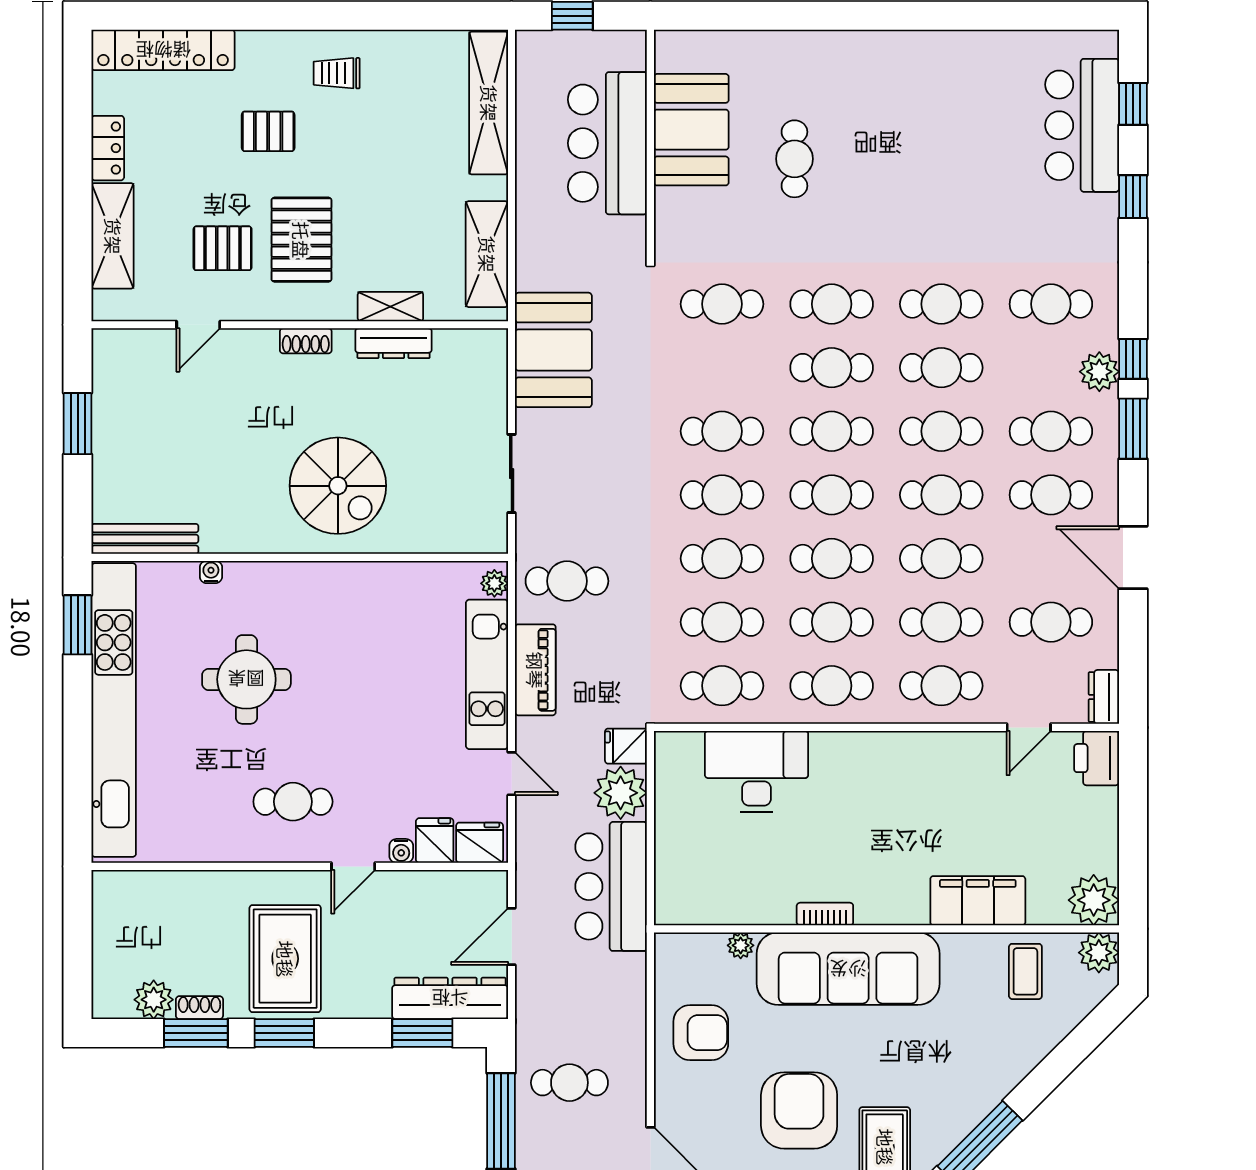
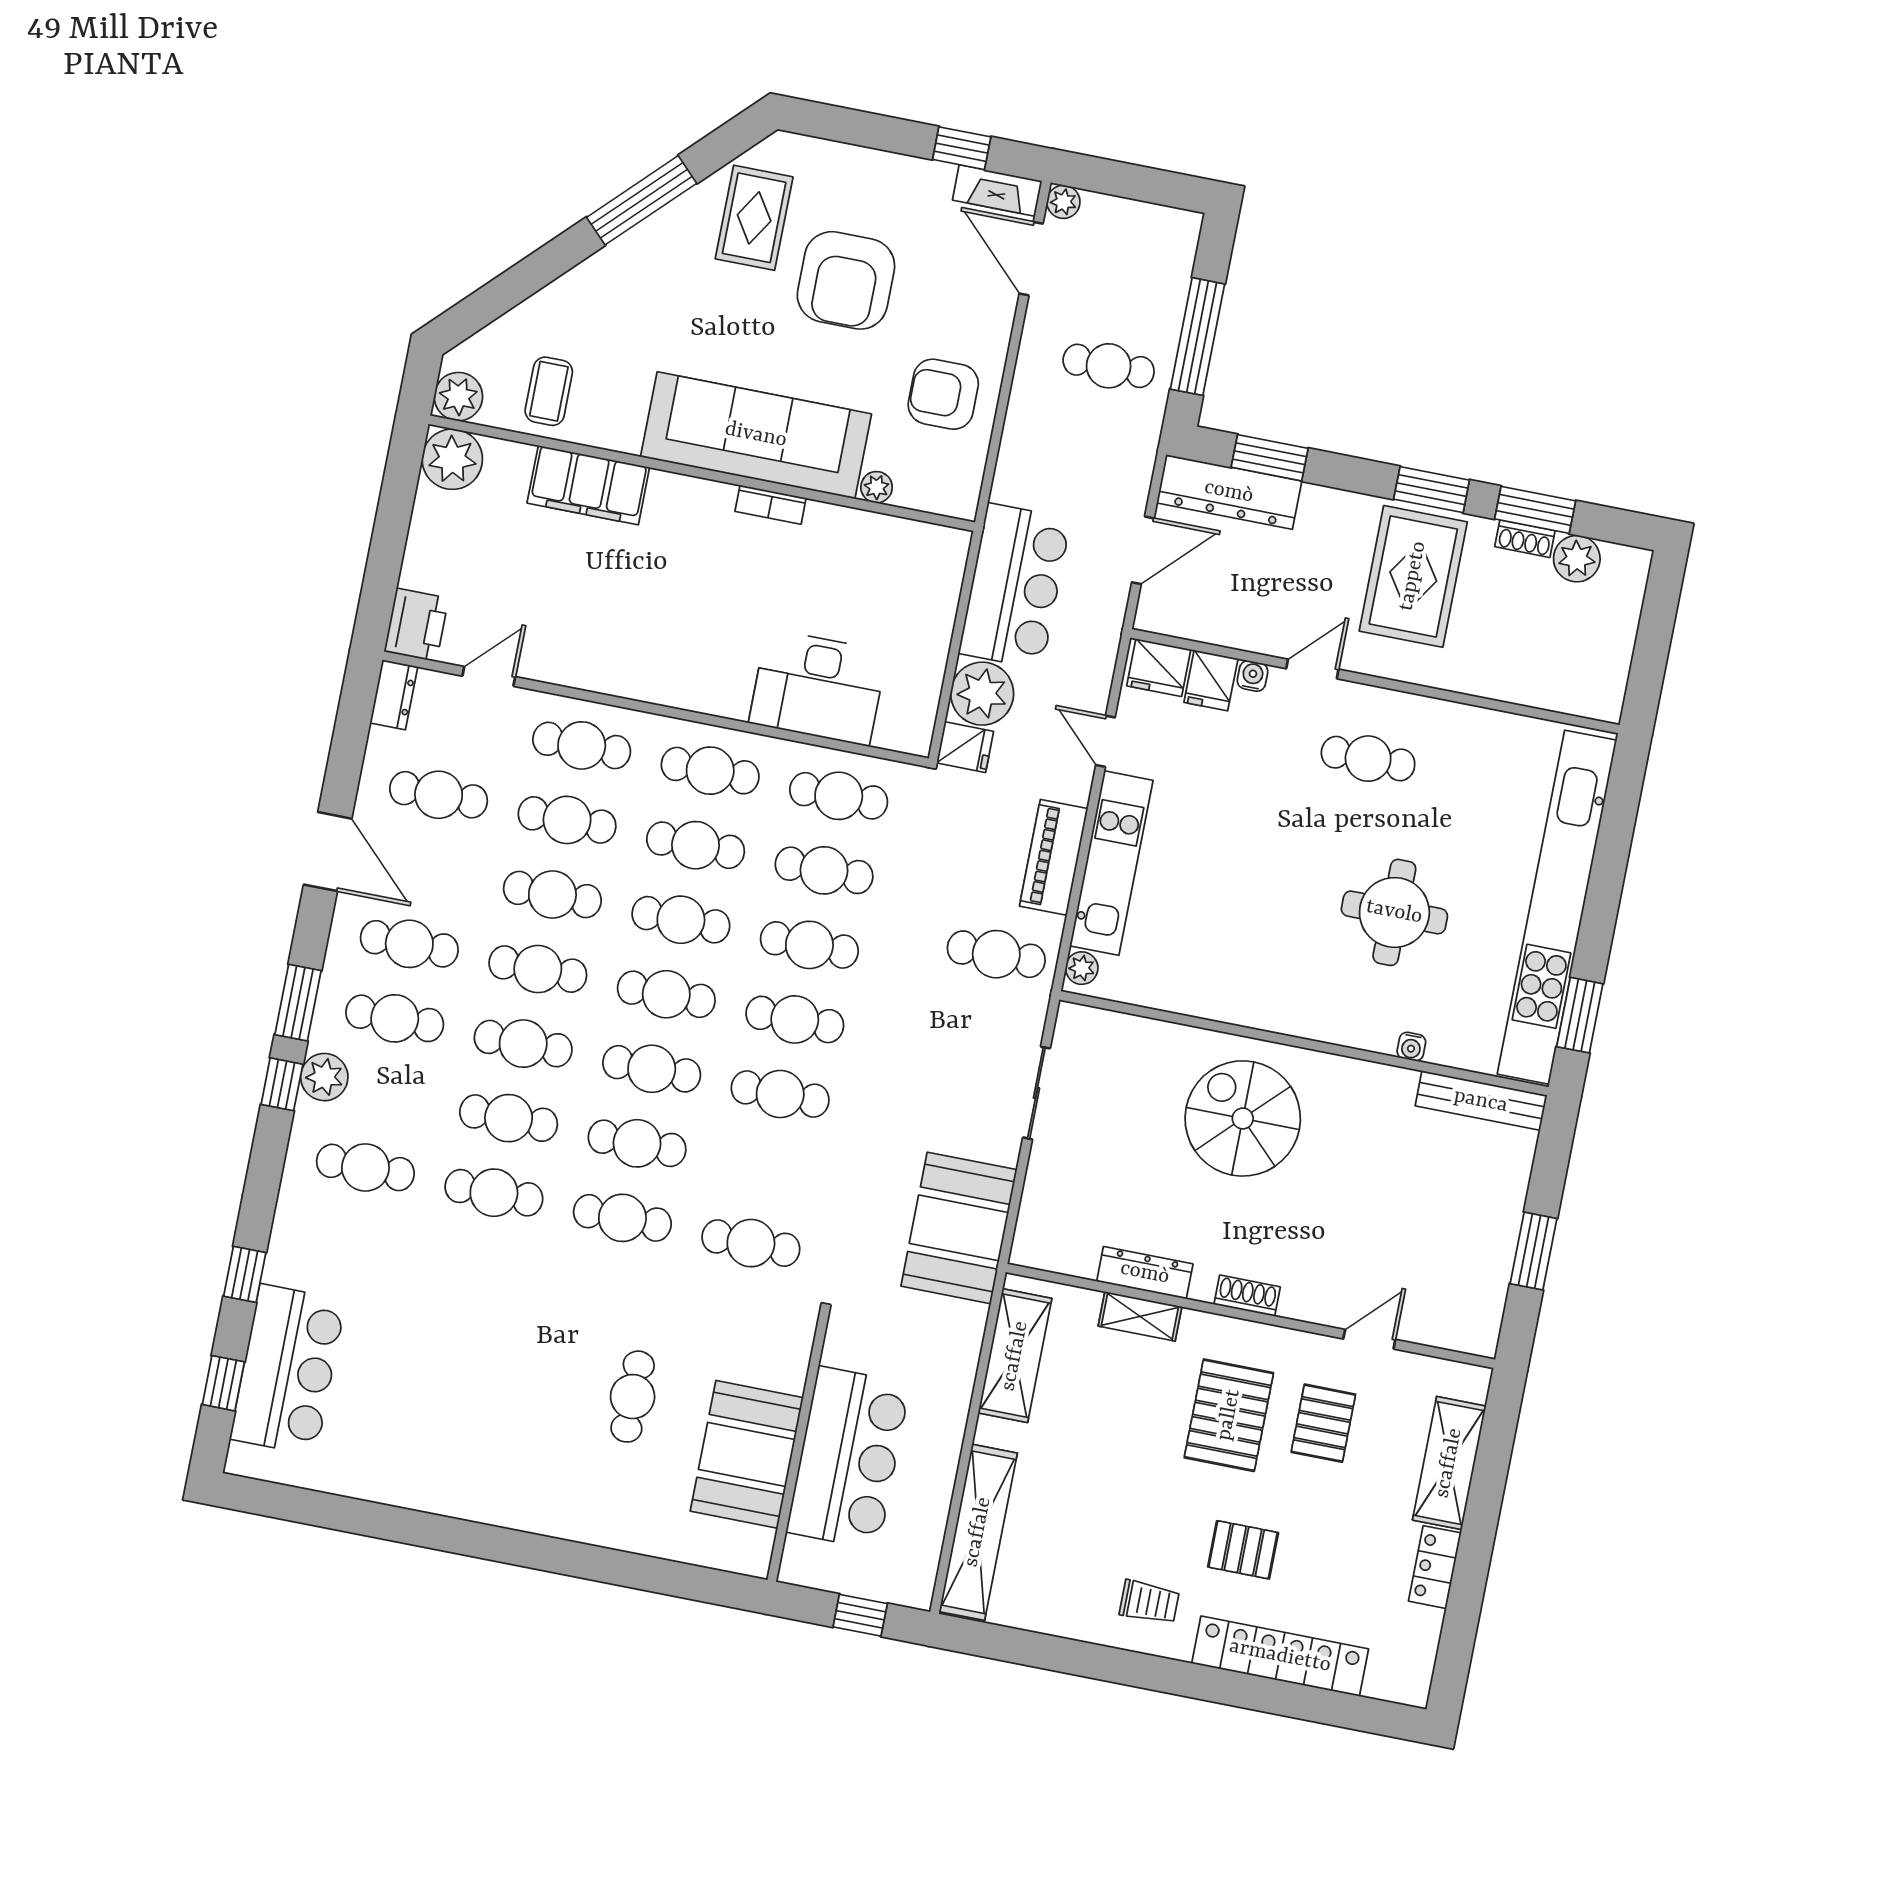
locker: (163, 50) -> (1280, 1656), moved
pallet: (223, 248) -> (1323, 1423), turned 90

